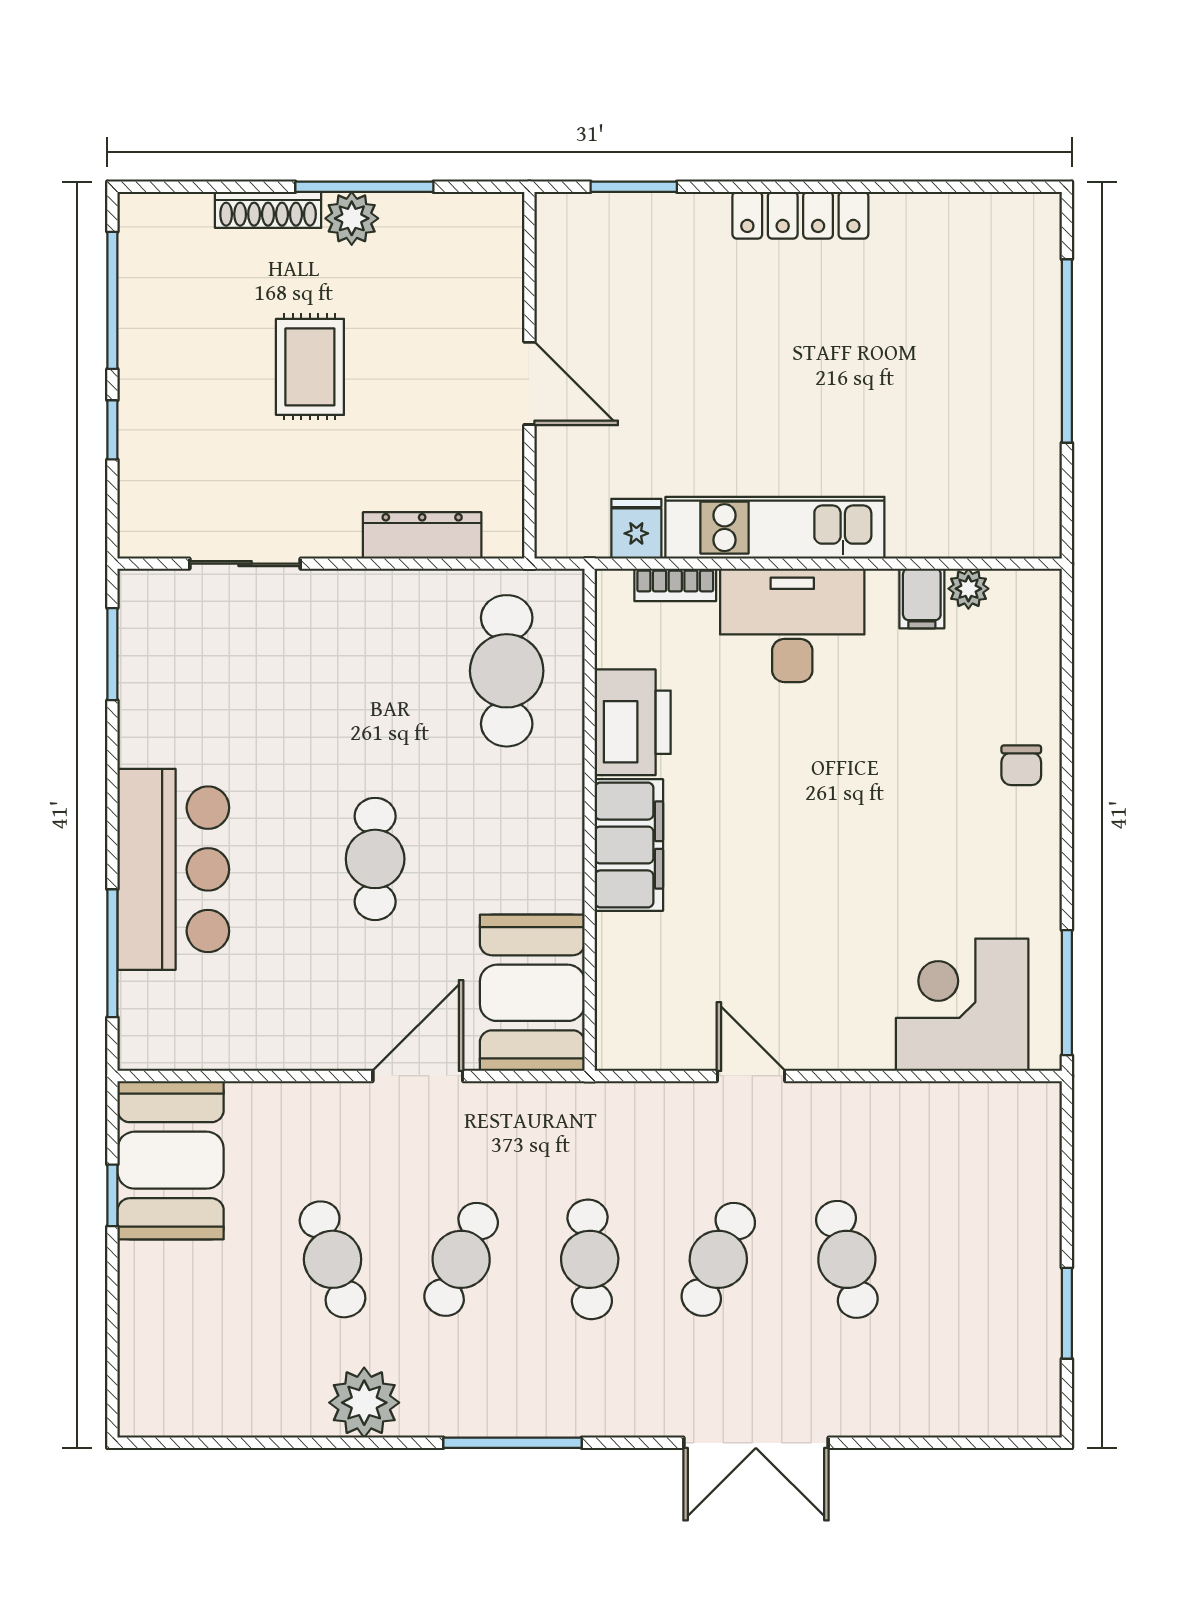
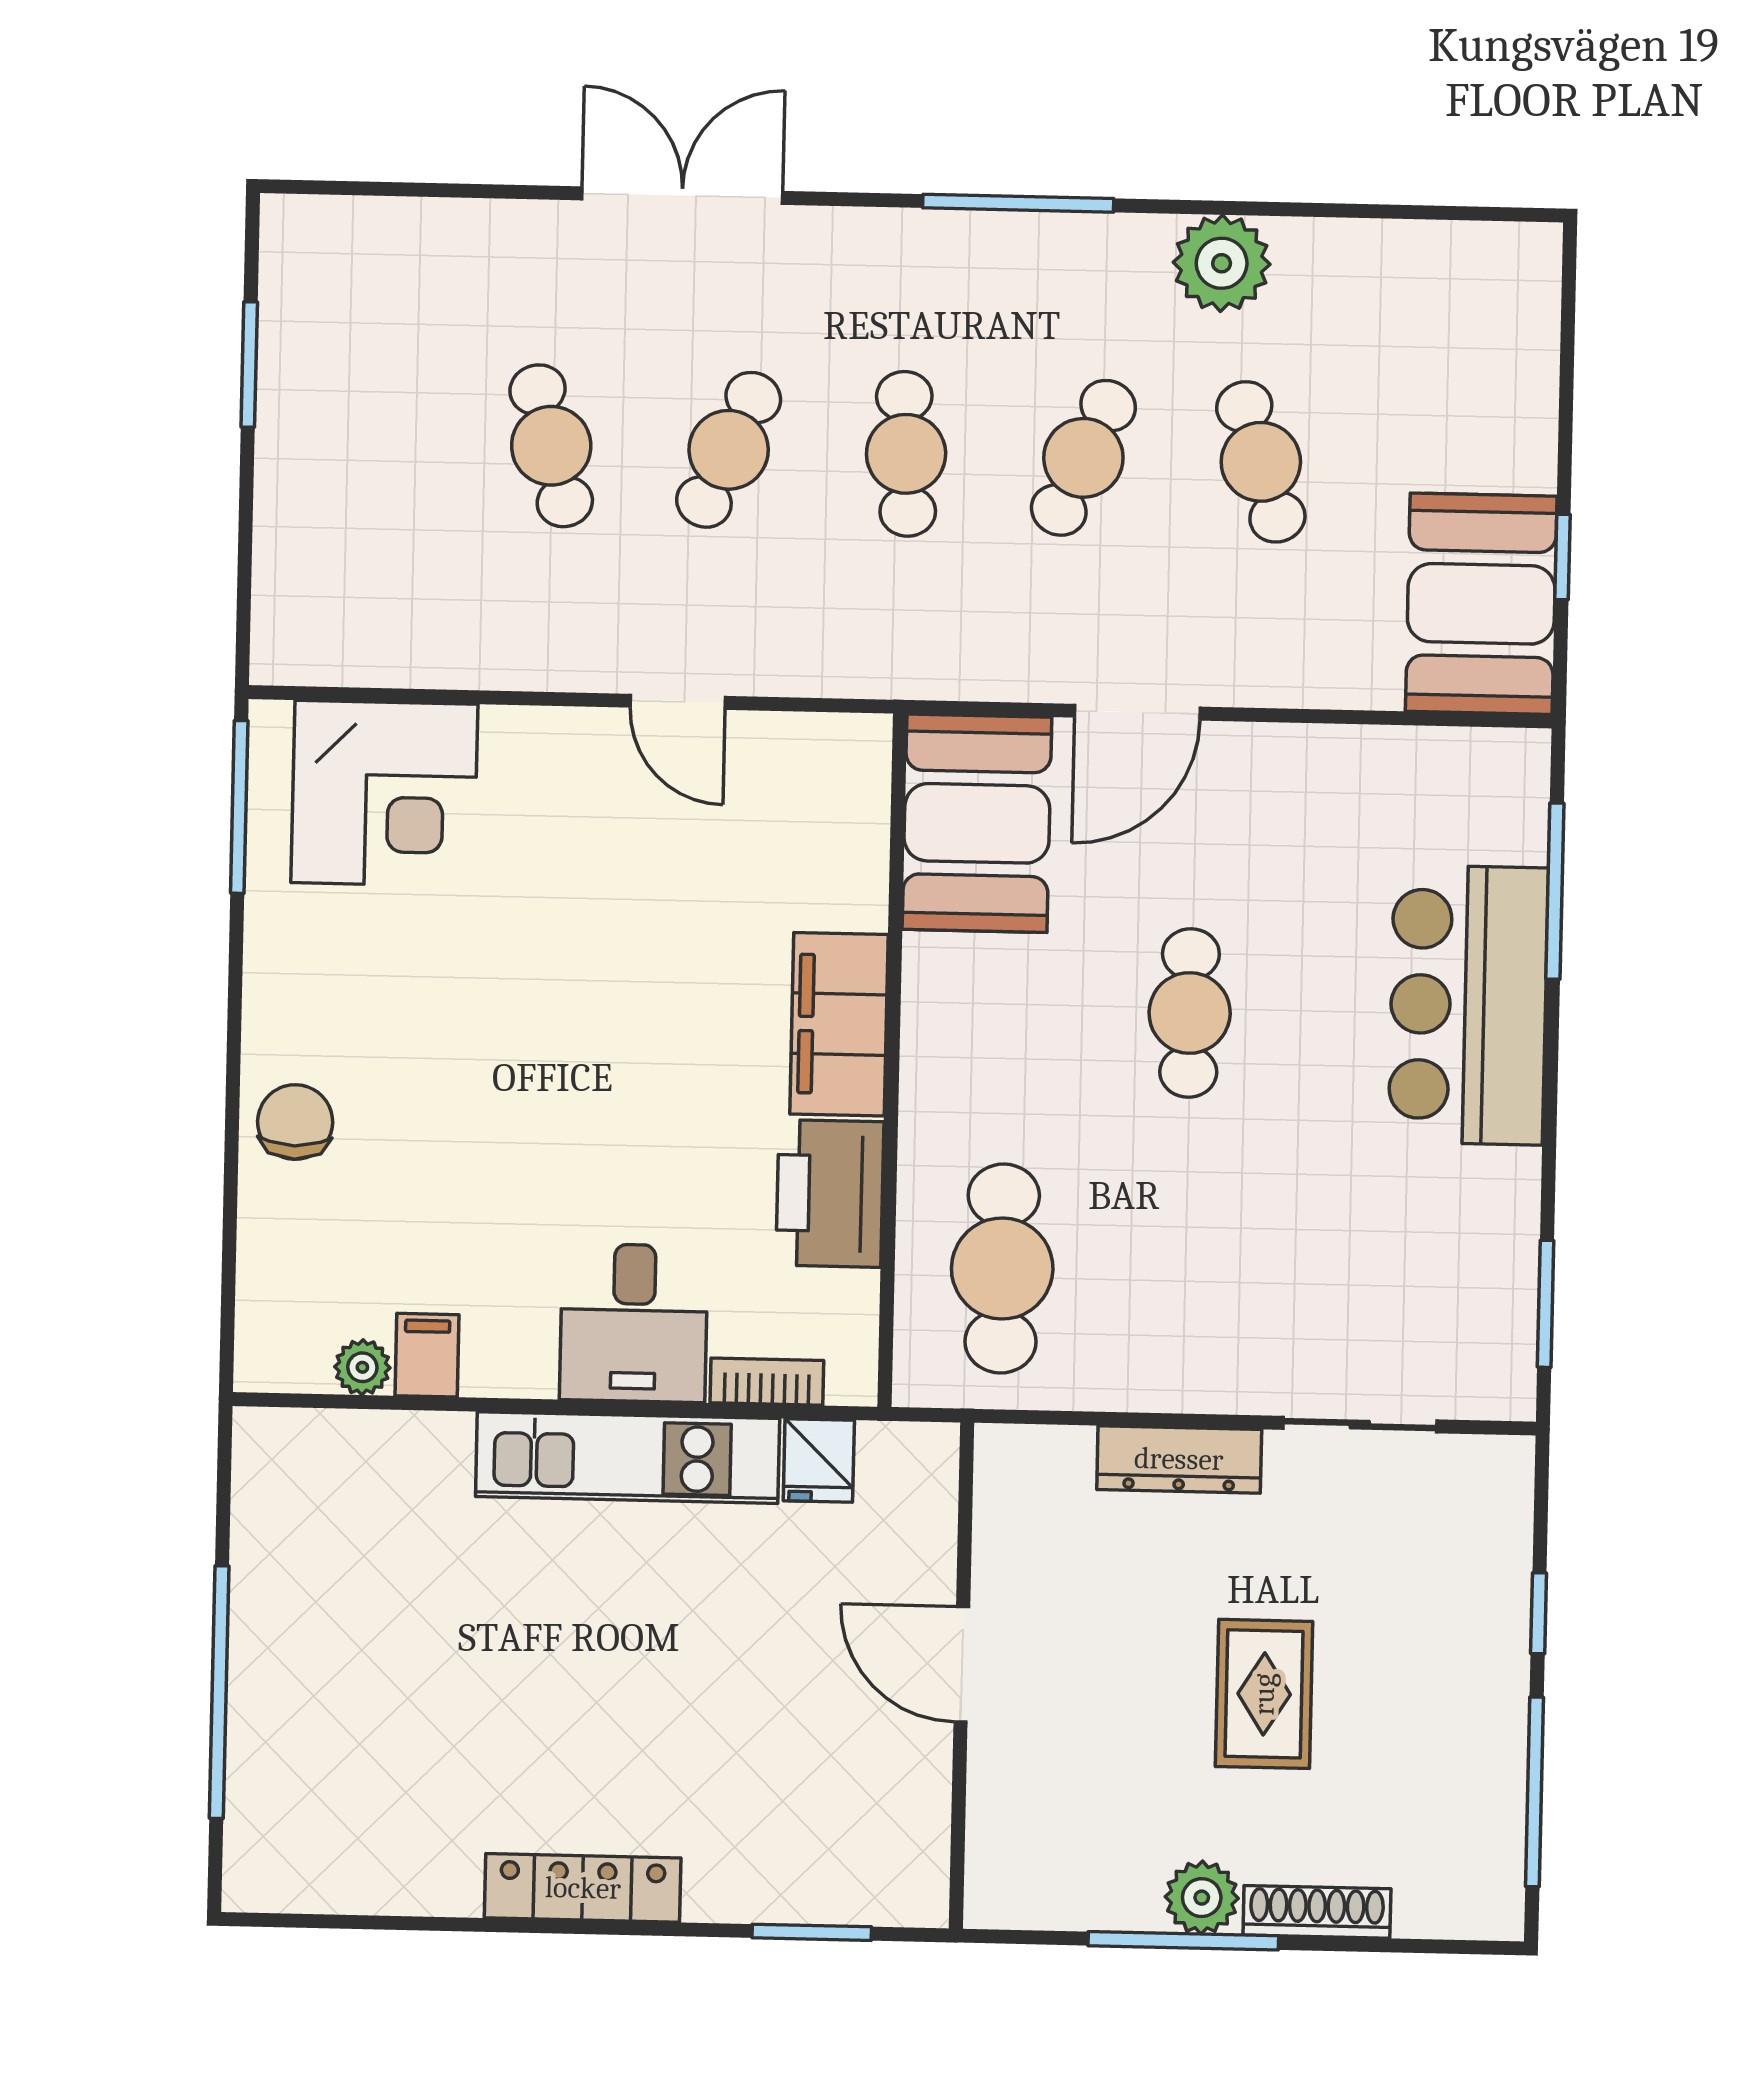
dresser: (422, 535) -> (1179, 1459), moved
desk: (792, 625) -> (634, 1323), width x0.73
chair: (1021, 765) -> (295, 1122), width x1.37, depth x1.37

